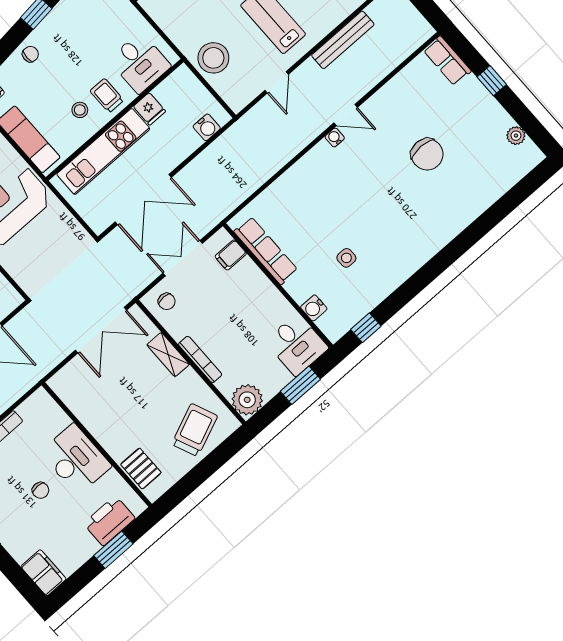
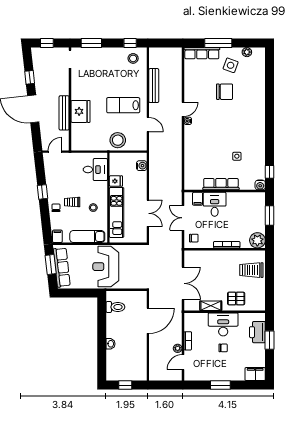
row of seats: (447, 61) -> (202, 53), width x1.48
window: (492, 81) -> (218, 43), width x2.17
trolley: (107, 96) -> (72, 202), moved
side table: (475, 129) -> (231, 65), added
double door: (143, 200) -> (148, 213), width x0.73
row of seats: (266, 251) -> (221, 184), moved
water cooler: (314, 308) -> (260, 185), moved
double door: (101, 330) -> (183, 283), moved
desk: (297, 345) -> (215, 204), moved, turned -90
shelving: (168, 355) -> (211, 306), moved
trolley: (195, 430) -> (251, 270), turned -67
pallet: (141, 468) -> (236, 298), moved

